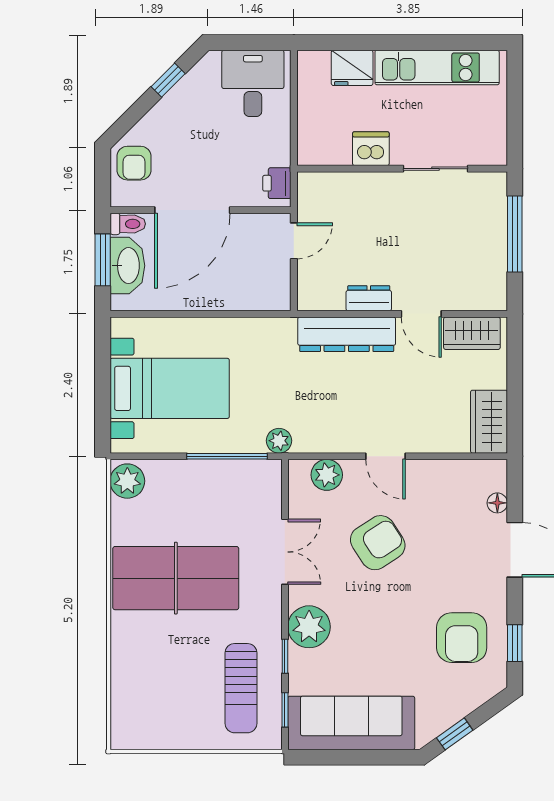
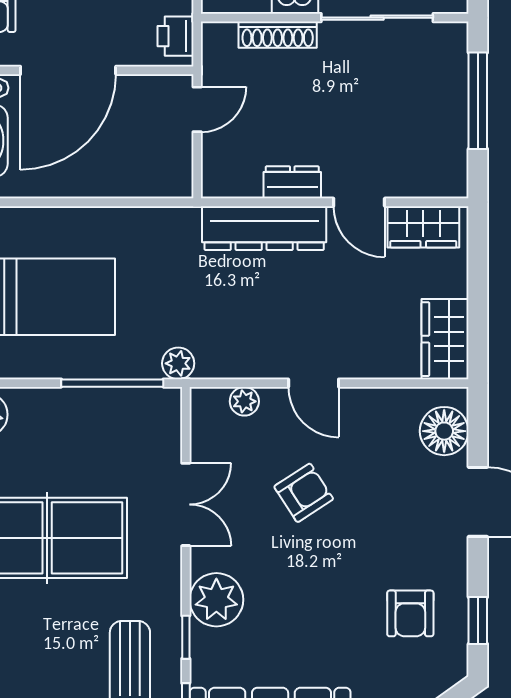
sliding door: (436, 169) -> (377, 18), width x1.37
shoe rack: (357, 182) -> (278, 35), added
plant: (327, 475) -> (244, 401), width x0.73, depth x0.73
floor lamp: (497, 503) -> (444, 431), width x1.89, depth x1.89
armchair: (378, 543) -> (304, 493), width x0.72, depth x0.72
armchair: (462, 638) -> (410, 613), width x0.72, depth x0.72

